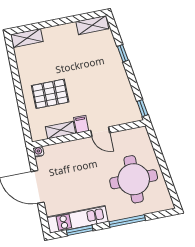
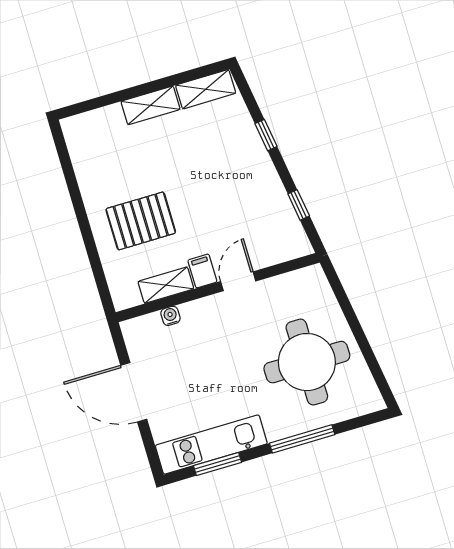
shelving: (27, 38) -> (151, 105), moved
window: (142, 108) -> (299, 205), moved
door: (100, 132) -> (238, 281), swing flipped
water cooler: (39, 152) -> (170, 316), moved

